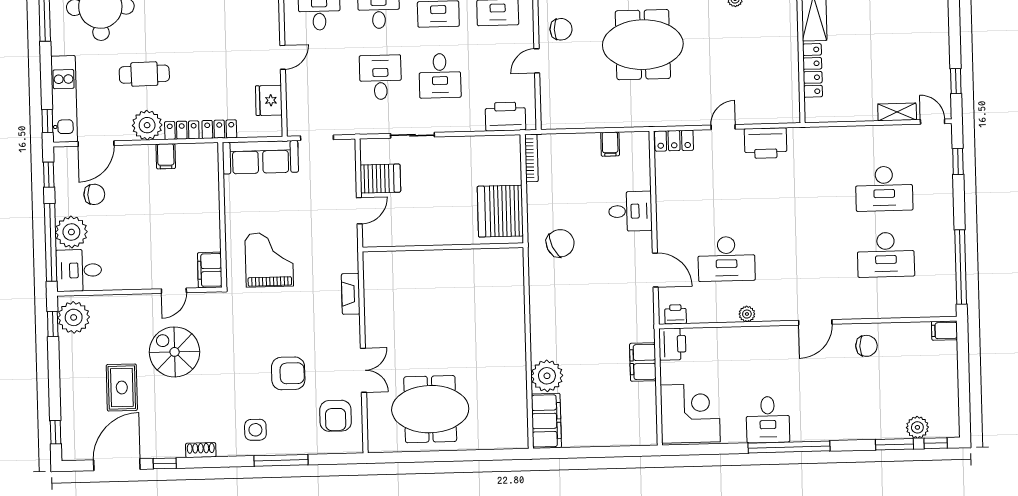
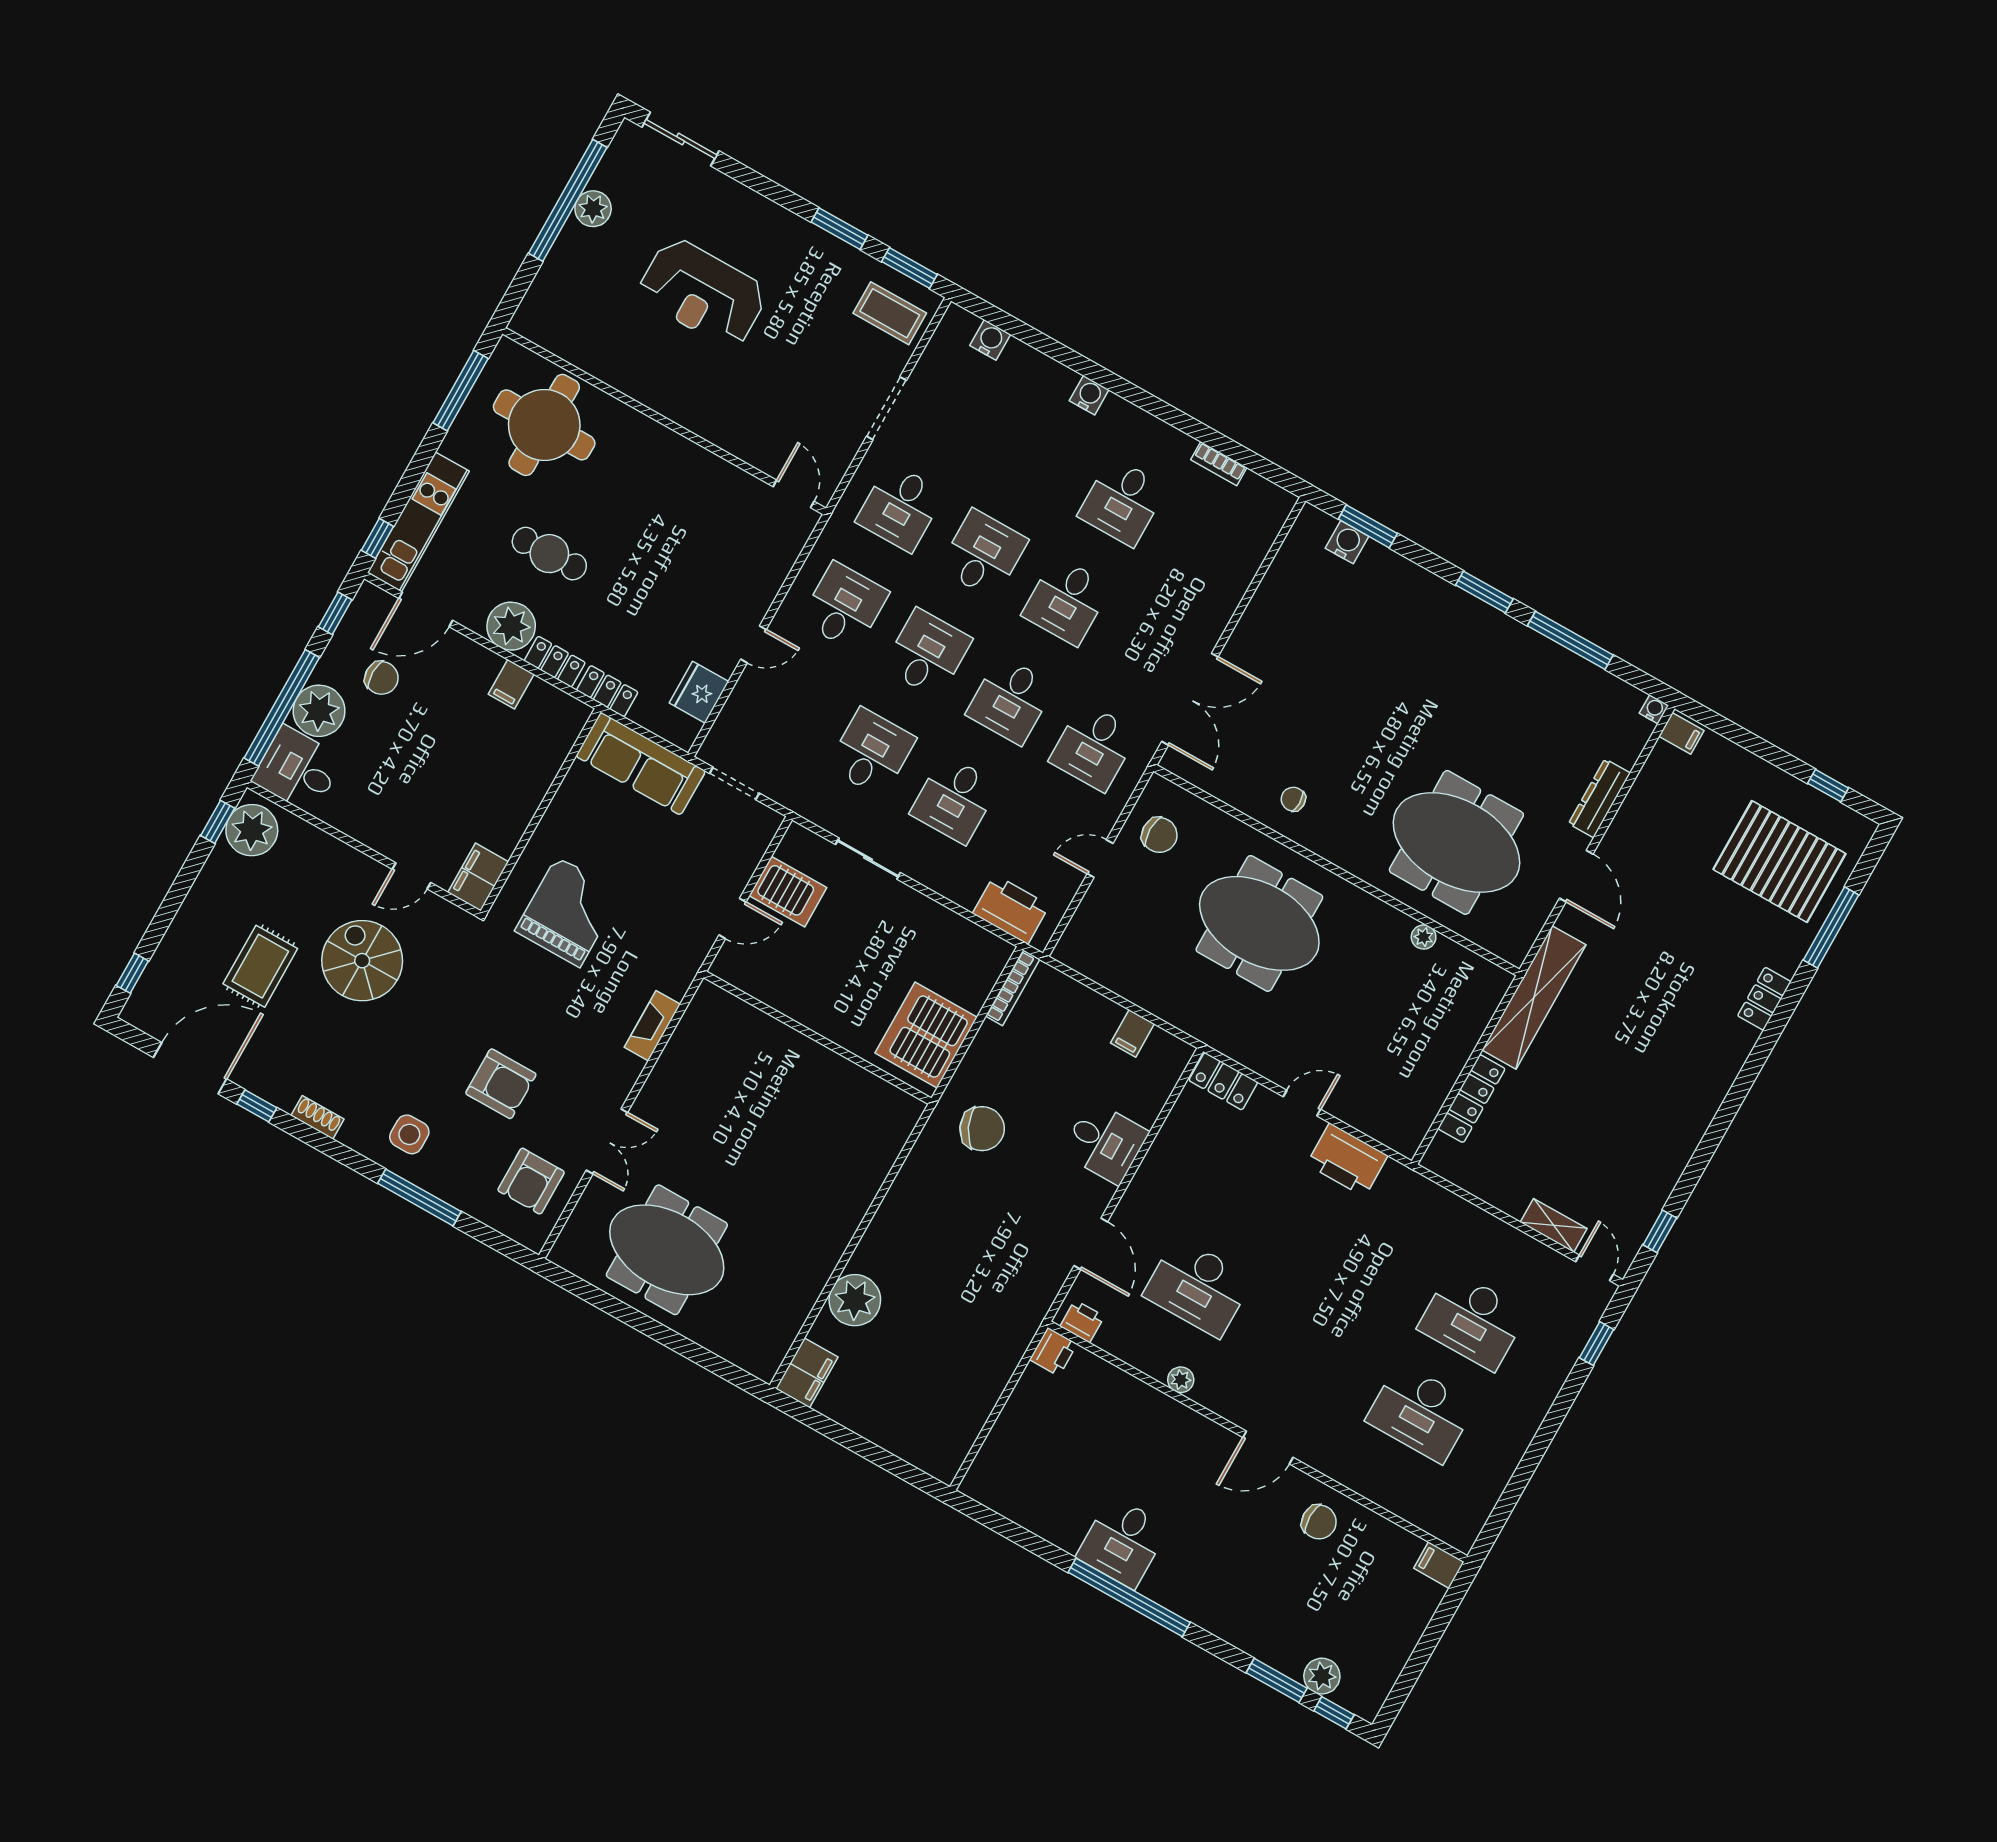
window: (961, 267) -> (1513, 1491), removed
printer: (672, 344) -> (1053, 1352), width x0.73, depth x0.81
filing cabinet: (643, 362) -> (998, 1360), removed
corner desk: (690, 413) -> (1021, 1470), removed
filing cabinet: (546, 421) -> (807, 1373), width x0.67, depth x0.86

